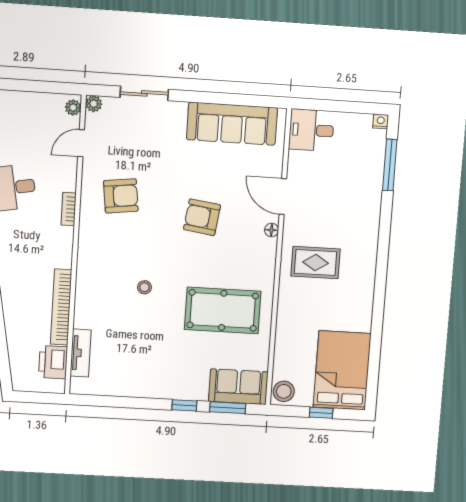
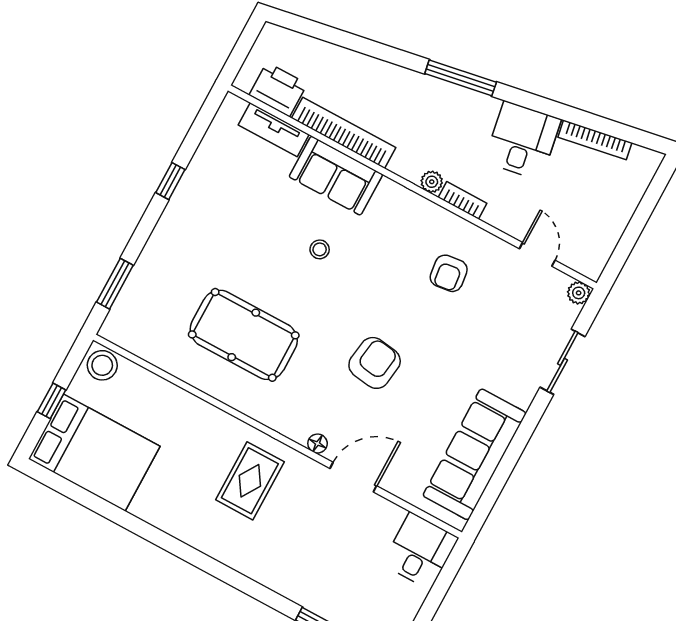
plant: (73, 107) -> (432, 182), moved
armchair: (121, 196) -> (449, 273), width x0.72, depth x0.72
pool table: (223, 310) -> (244, 335), turned 90
sofa: (238, 387) -> (336, 176), moved, turned 90
window: (184, 405) -> (170, 181), moved

